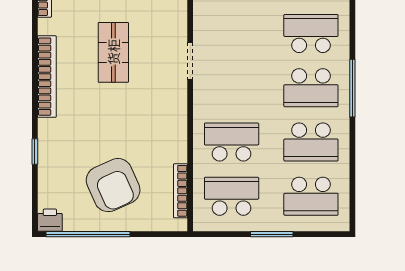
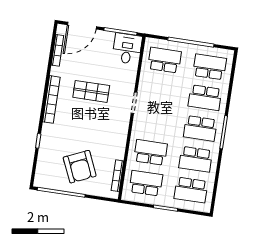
school desk: (311, 33) -> (205, 98), turned 180
shop shelf: (113, 52) -> (91, 91), turned 90
printer: (50, 220) -> (41, 181), removed

